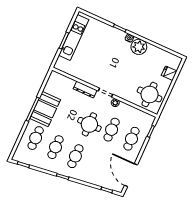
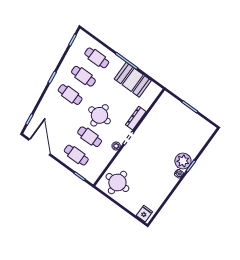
kitchen unit: (74, 37) -> (191, 117), removed
plant: (139, 47) -> (183, 161), moved
fridge: (169, 73) -> (144, 214), moved
booth: (45, 109) -> (133, 80), moved
door: (131, 175) -> (39, 147), hinge flipped

